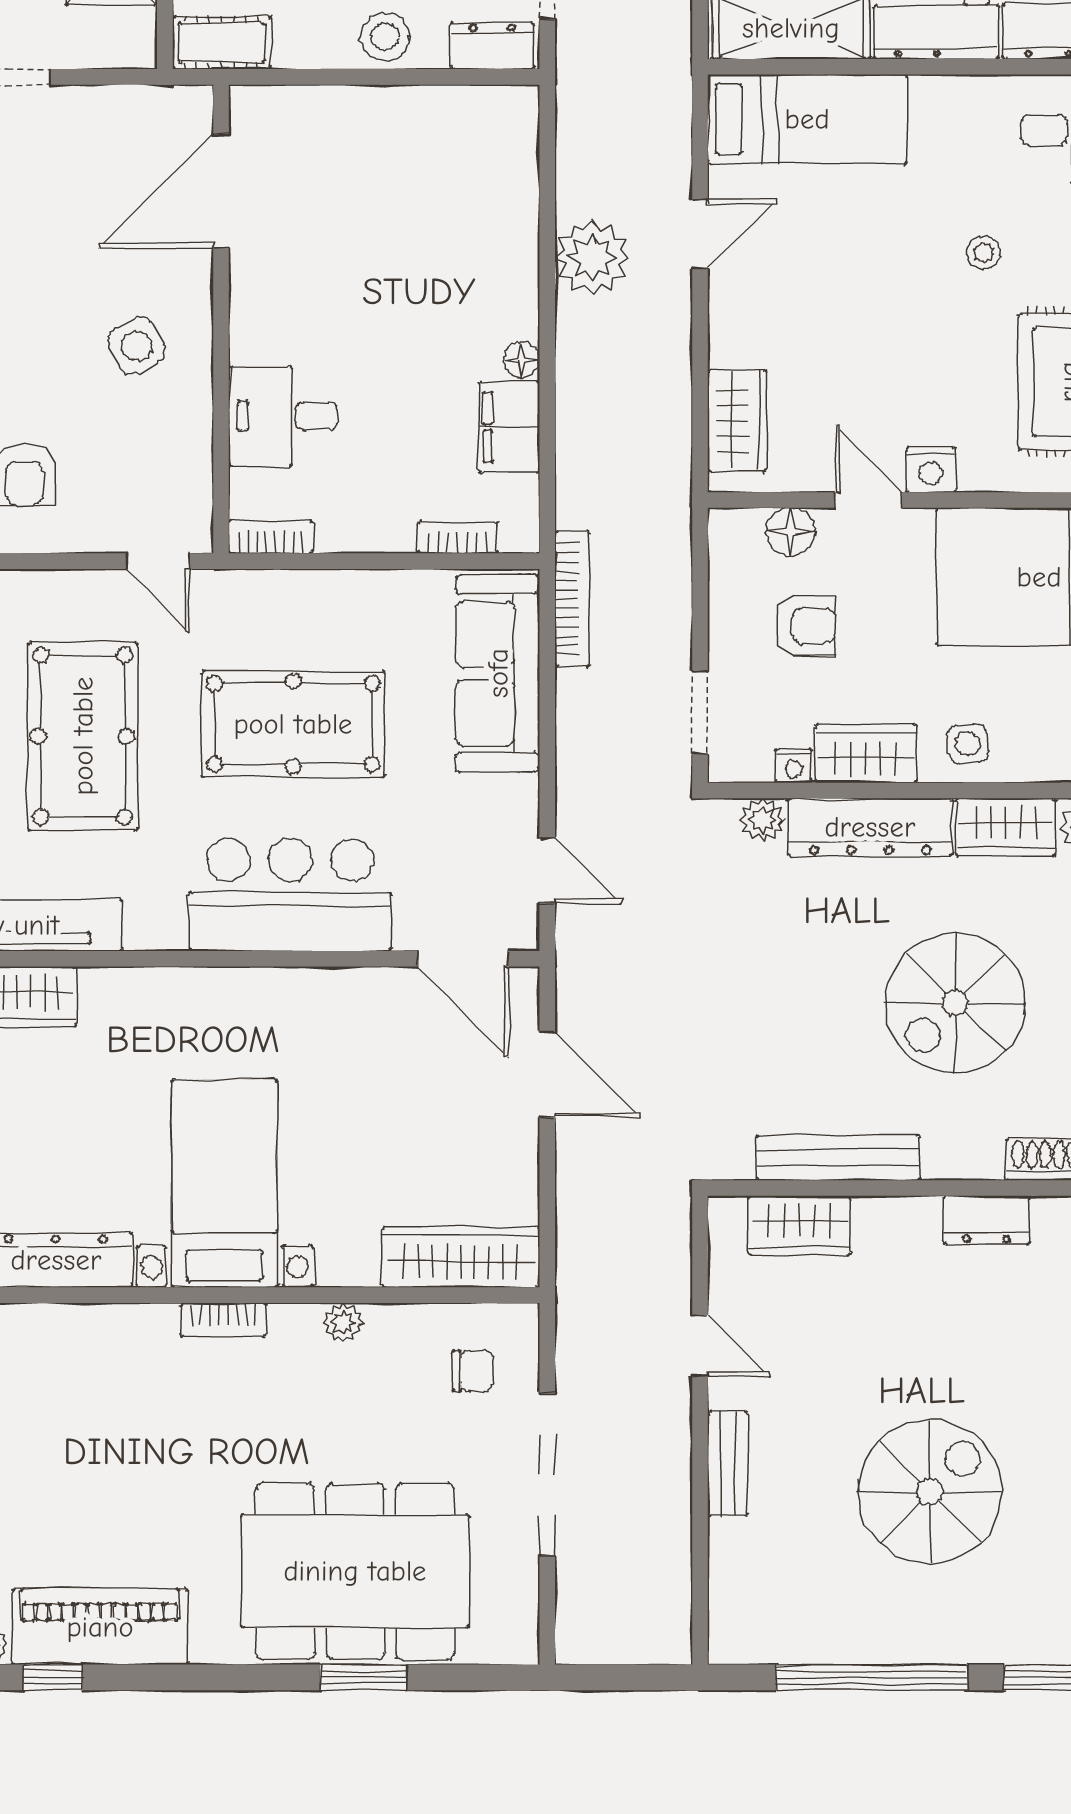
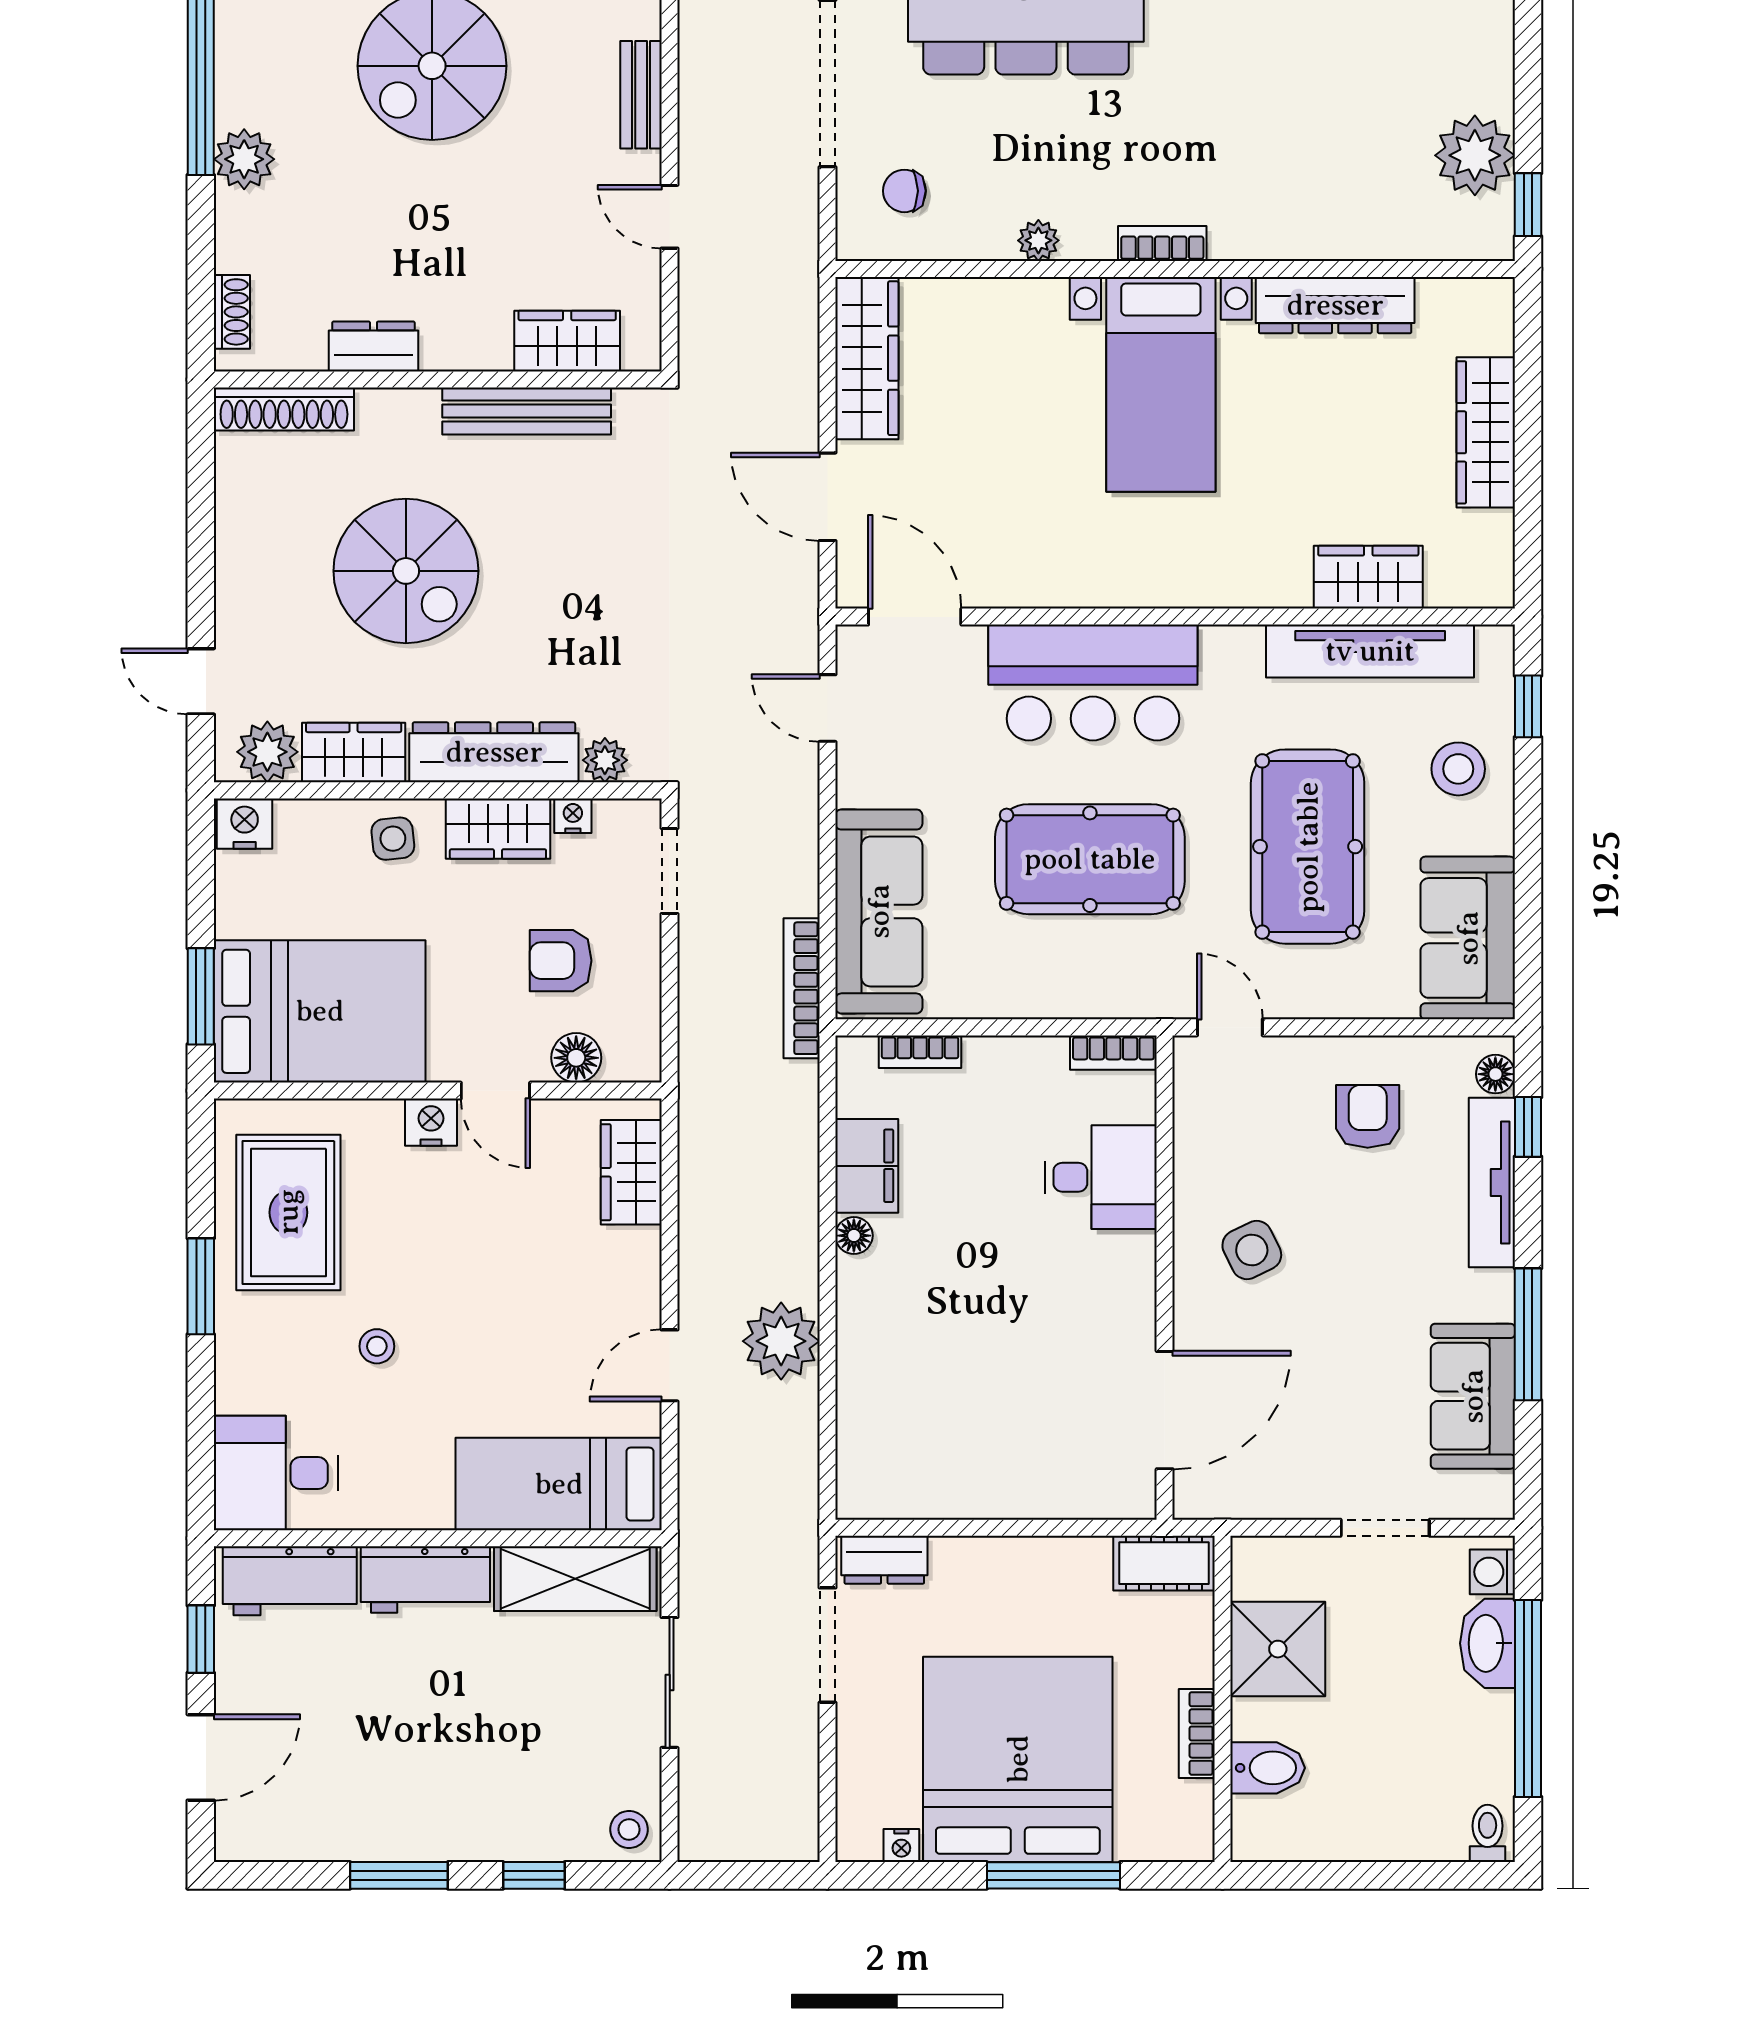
stool: (385, 37) -> (995, 1569), removed
spiral stairs: (955, 1003) -> (406, 571), turned 90
wardrobe: (461, 1257) -> (867, 358), moved, turned -90

